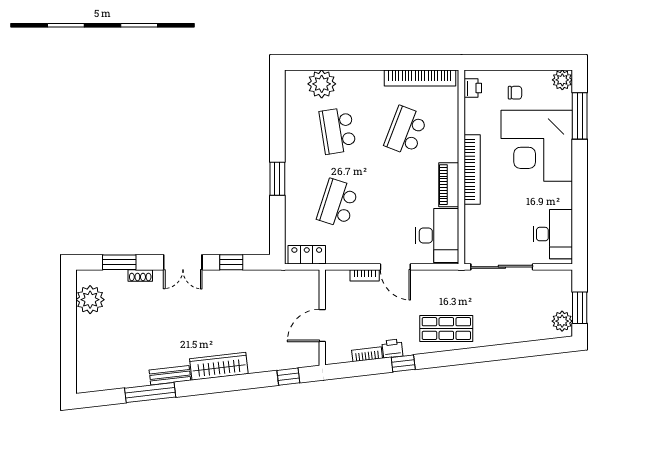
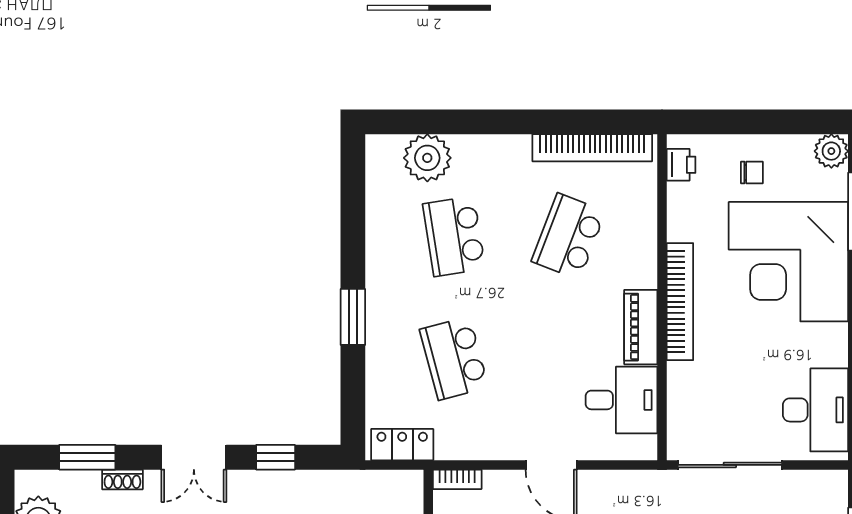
school desk: (338, 203) -> (454, 358), turned -33
desk: (437, 235) -> (622, 400), width x0.73
bookcase: (365, 275) -> (457, 479), moved

